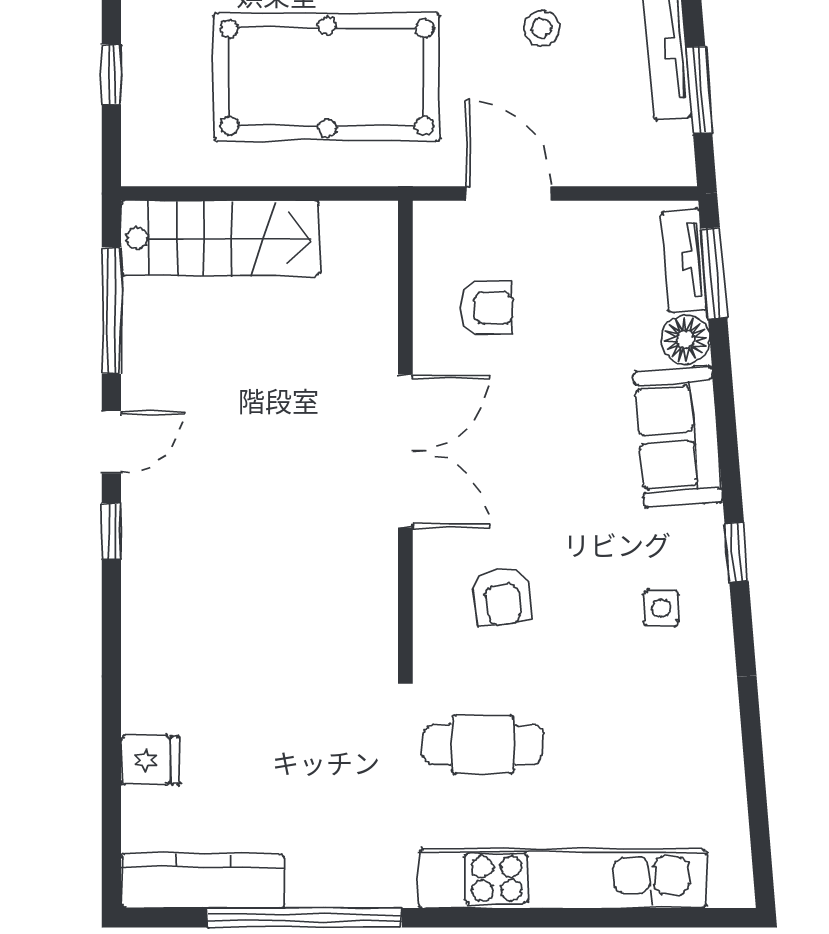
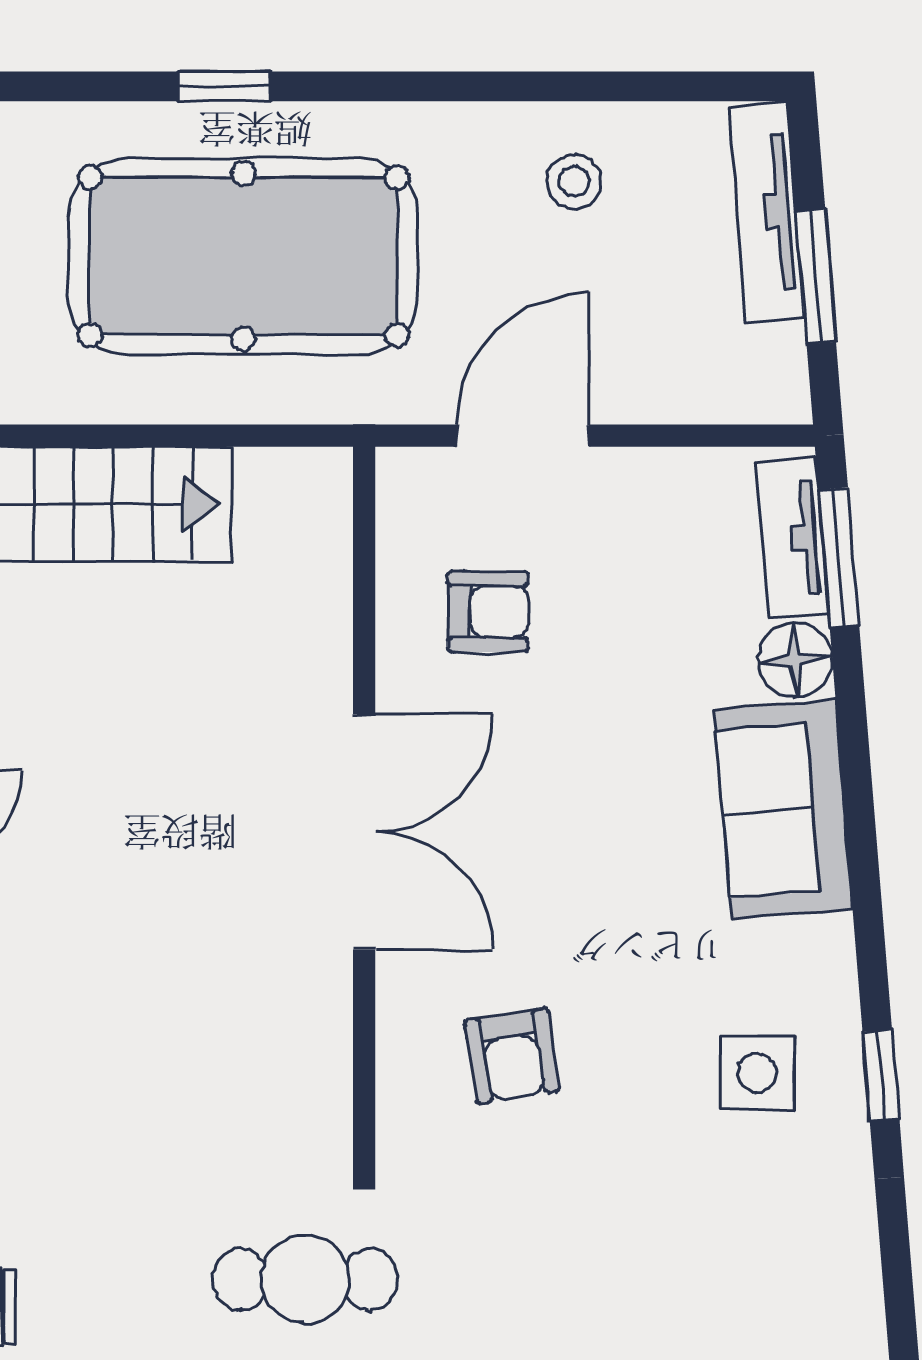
door: (509, 194) -> (523, 436), hinge flipped
window: (737, 552) -> (881, 1075), moved
side table: (661, 608) -> (757, 1073), width x1.37, depth x1.37
cafe table: (483, 744) -> (305, 1279), moved

